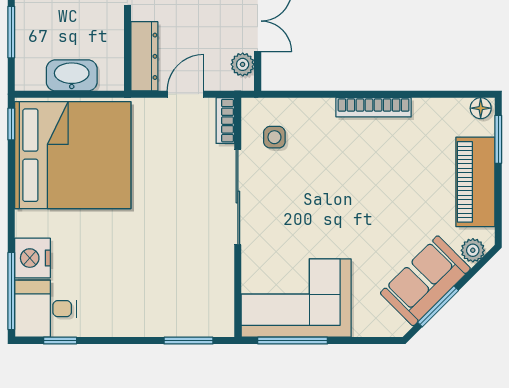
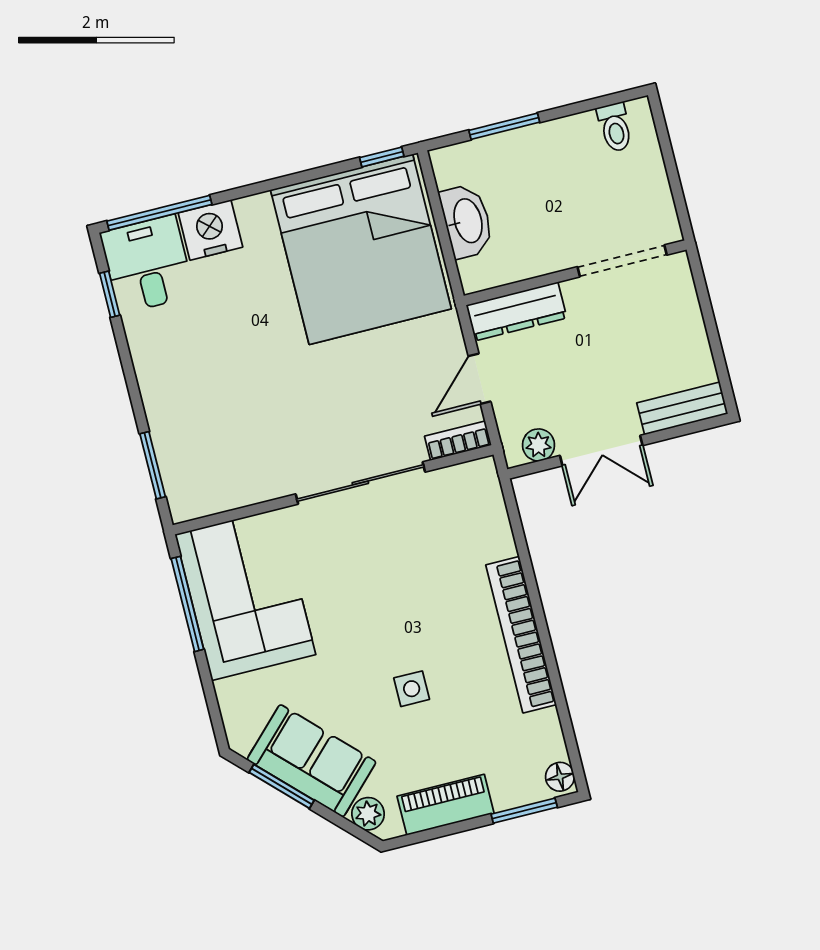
door: (185, 94) -> (480, 379), swing flipped
bookcase: (374, 107) -> (521, 635), width x1.48, depth x1.31
side table: (274, 137) -> (412, 689), moved
piano: (475, 182) -> (446, 805), width x0.73, depth x0.75

